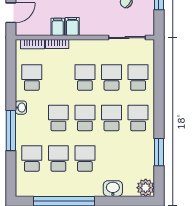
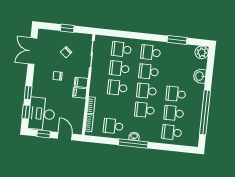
filing cabinet: (58, 27) -> (81, 82), moved
window: (11, 130) -> (133, 143), moved

